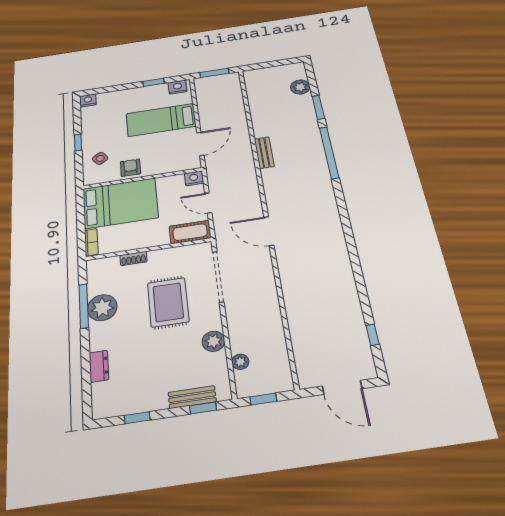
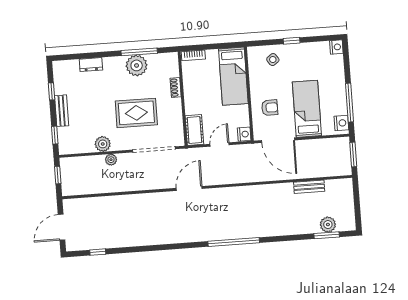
window: (153, 82) -> (349, 103), width x2.17
window: (318, 107) -> (327, 235), moved
door: (200, 144) -> (278, 140), width x1.36
bench: (264, 153) -> (309, 187), moved
window: (329, 153) -> (234, 242), moved
armchair: (130, 168) -> (270, 108), moved
bed: (120, 203) -> (233, 76), width x0.67
plant: (240, 362) -> (111, 160), moved
bench: (192, 397) -> (62, 111), moved

